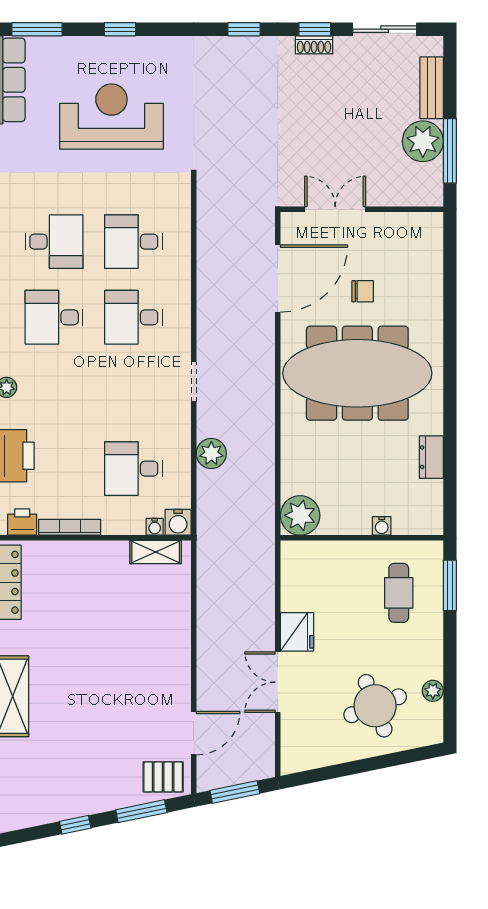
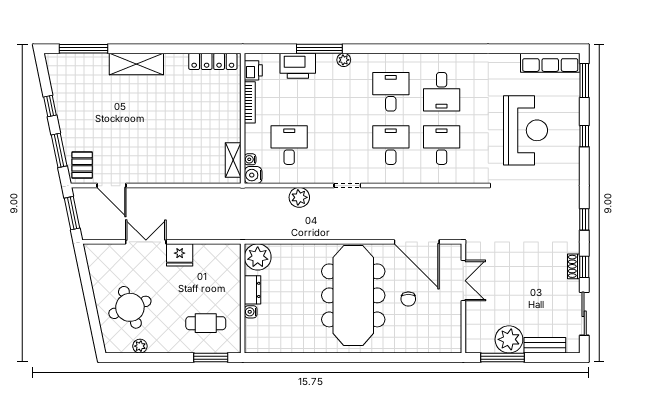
dresser: (431, 457) -> (252, 290), moved, turned 90

